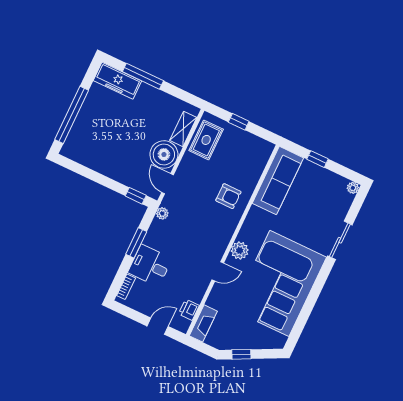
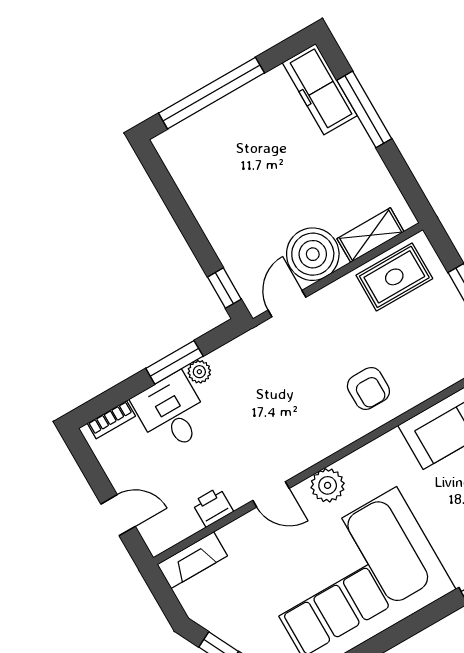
plant: (162, 213) -> (199, 372), moved
printer: (189, 310) -> (213, 507), moved

